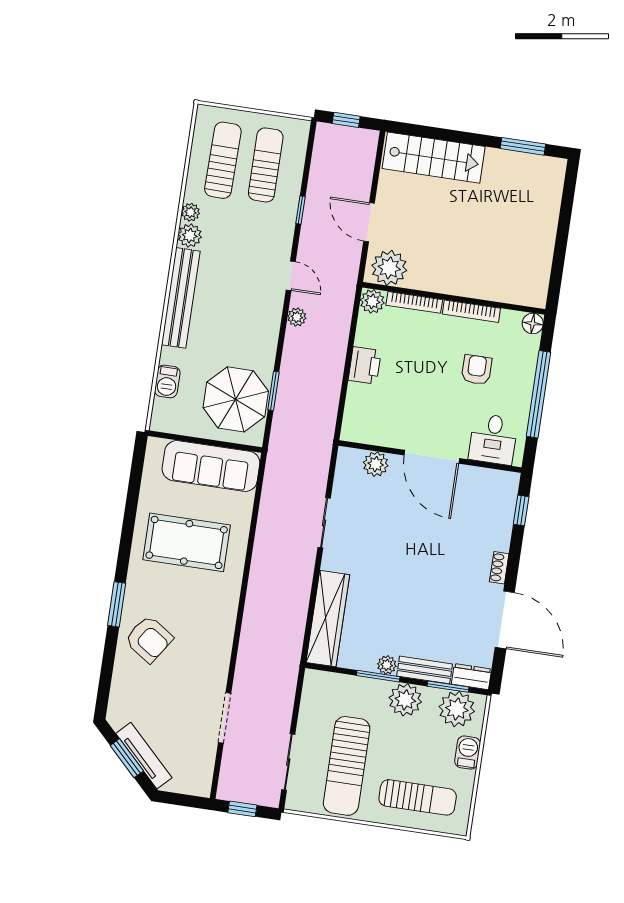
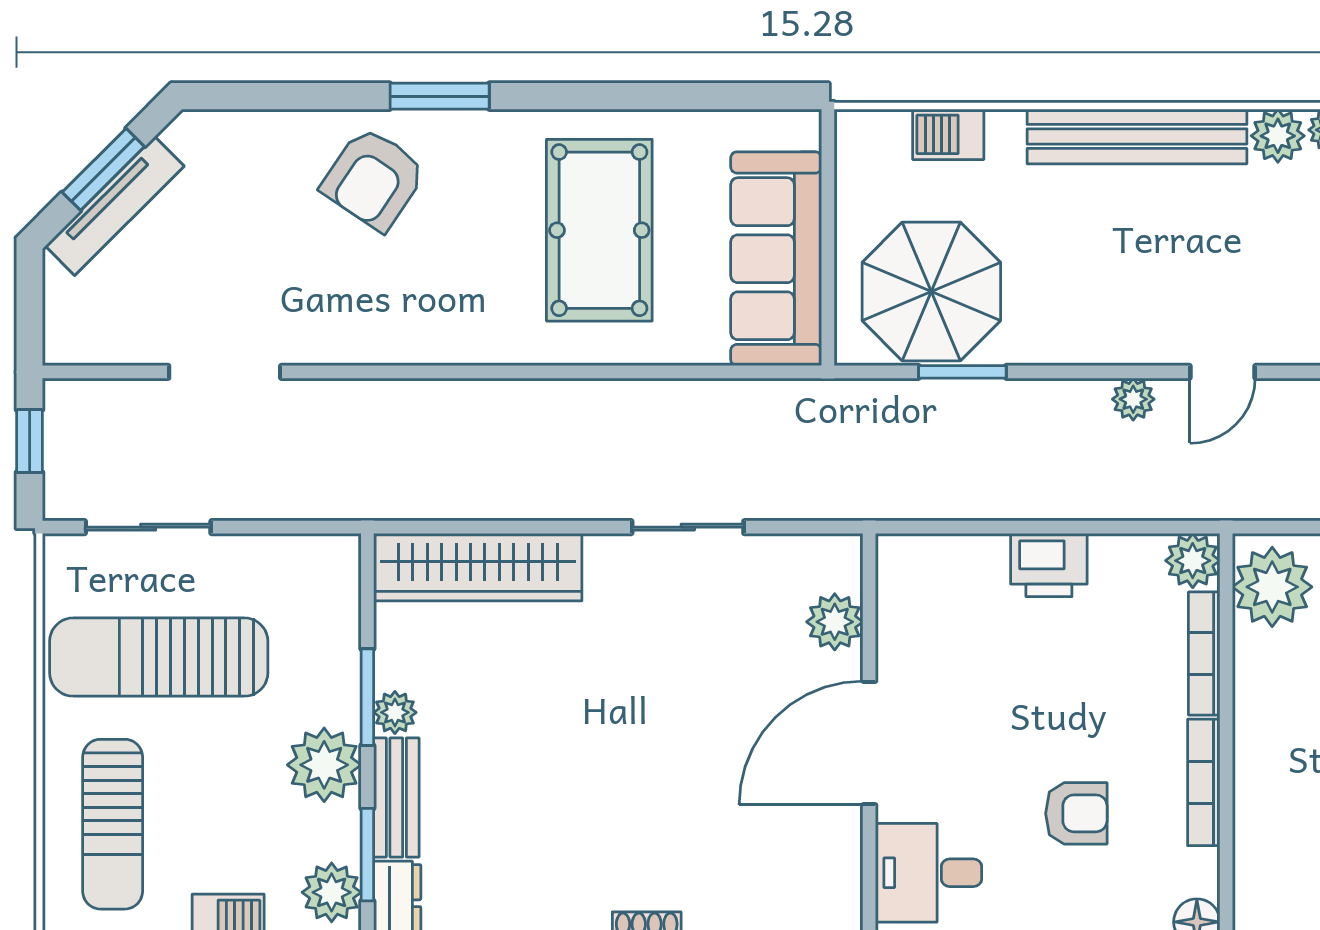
plant: (457, 709) -> (332, 892), width x0.73, depth x0.73

